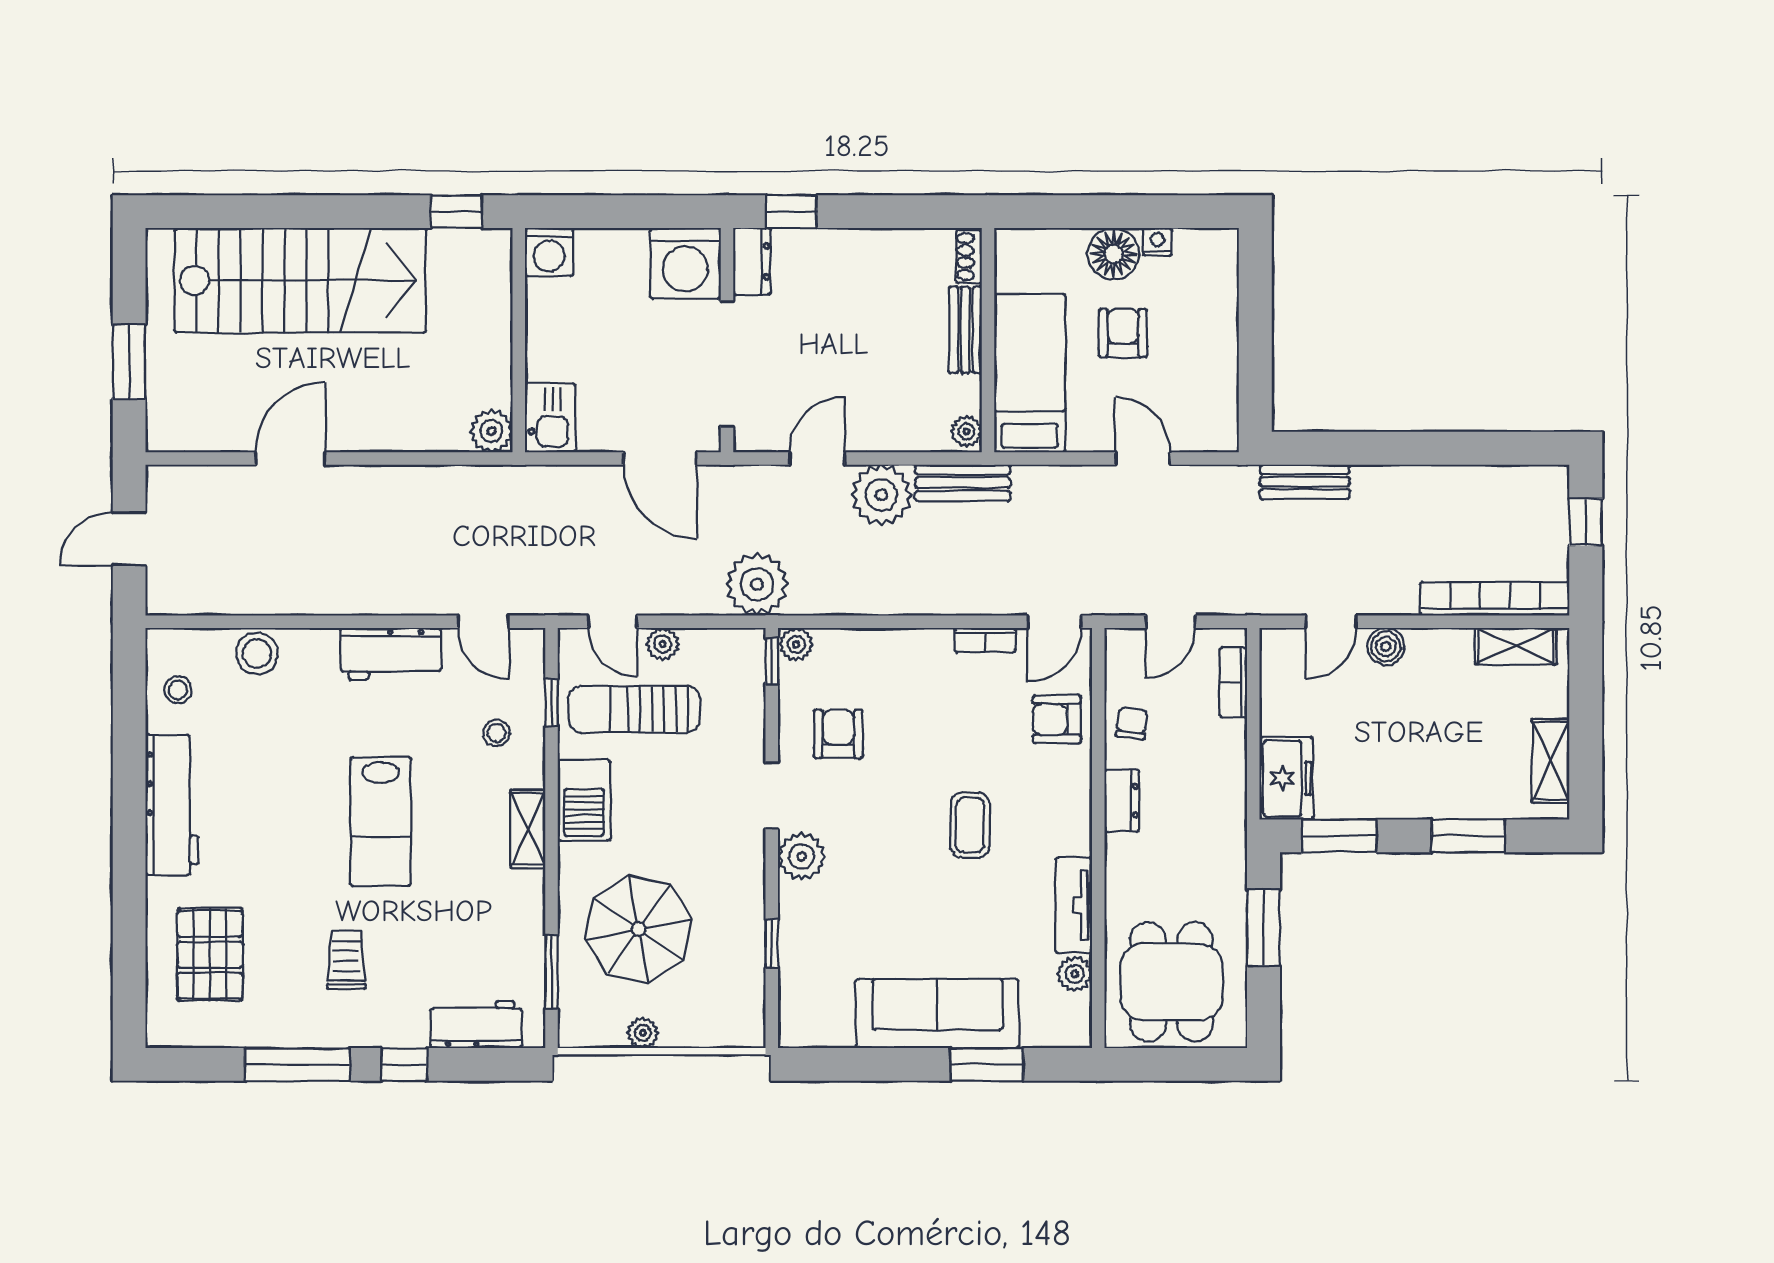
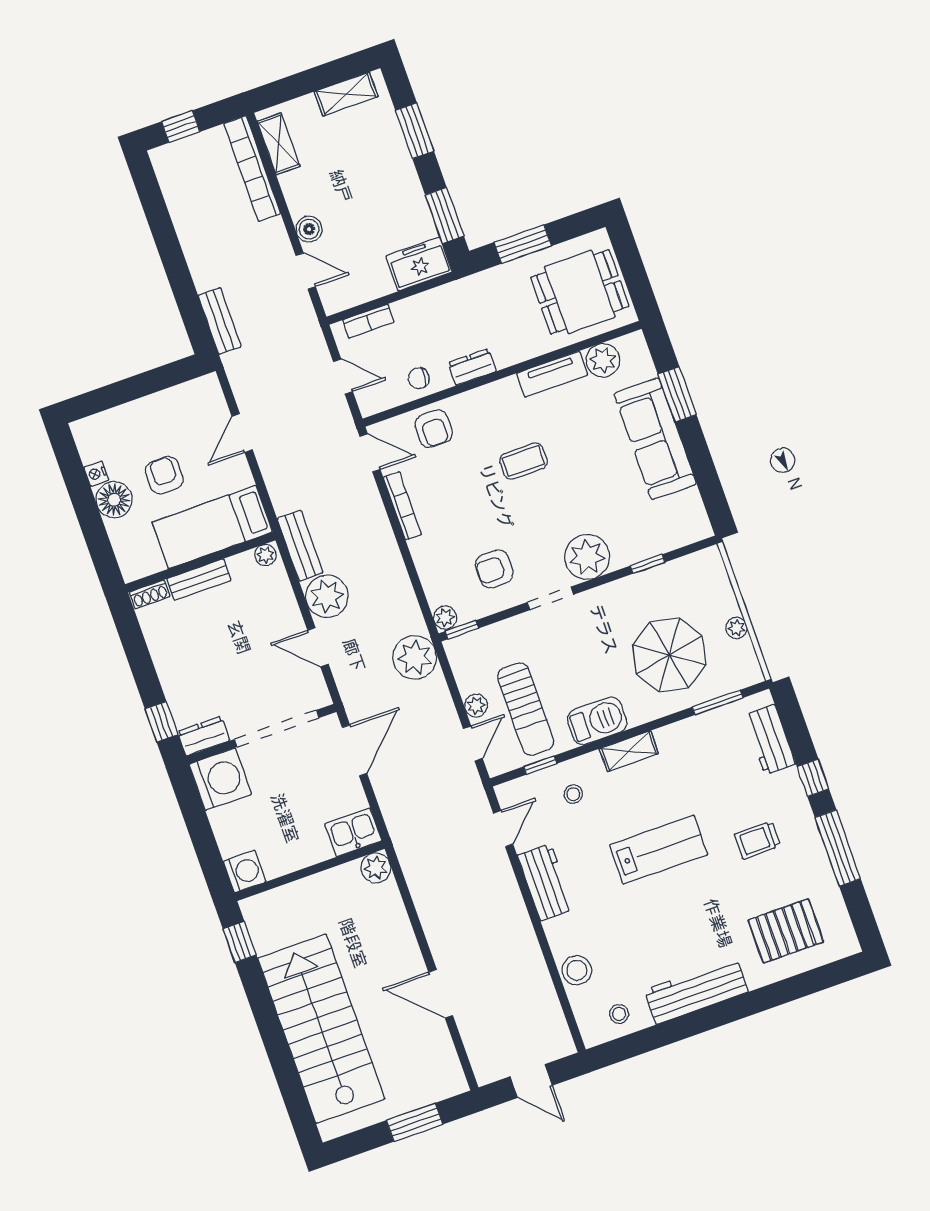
armchair: (1123, 333) -> (164, 475), turned 90
bookcase: (985, 640) -> (402, 506), width x1.56
plant: (802, 856) -> (587, 557), width x1.36, depth x1.36
plant: (1075, 974) -> (603, 360), width x1.38, depth x1.38

